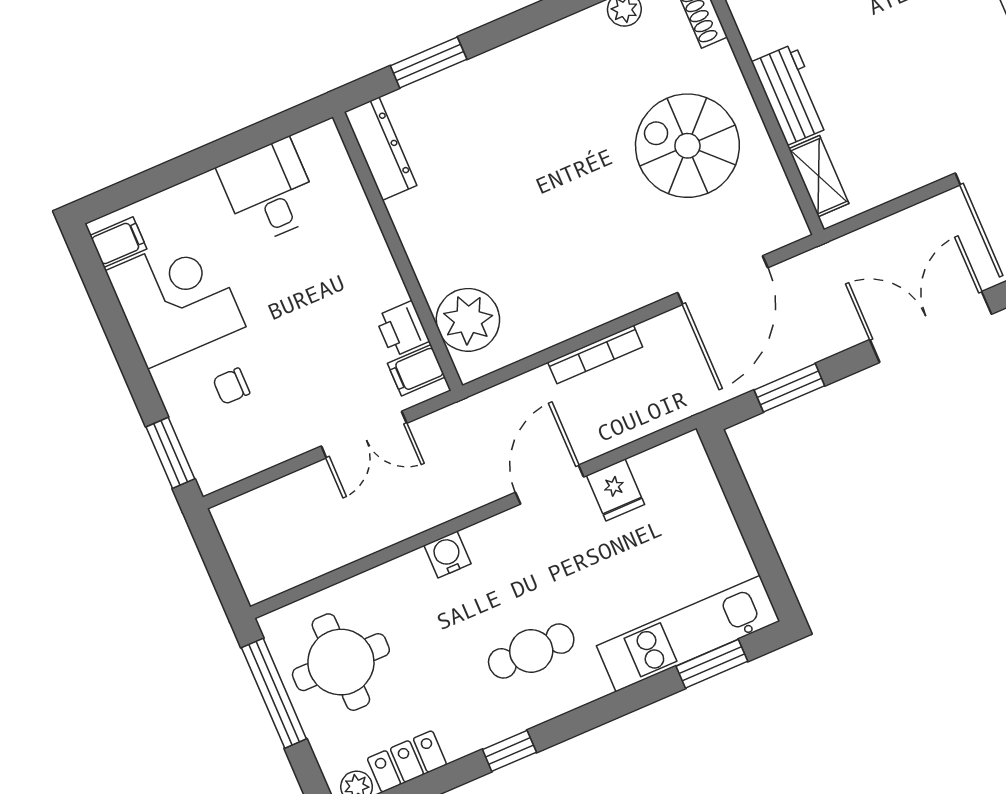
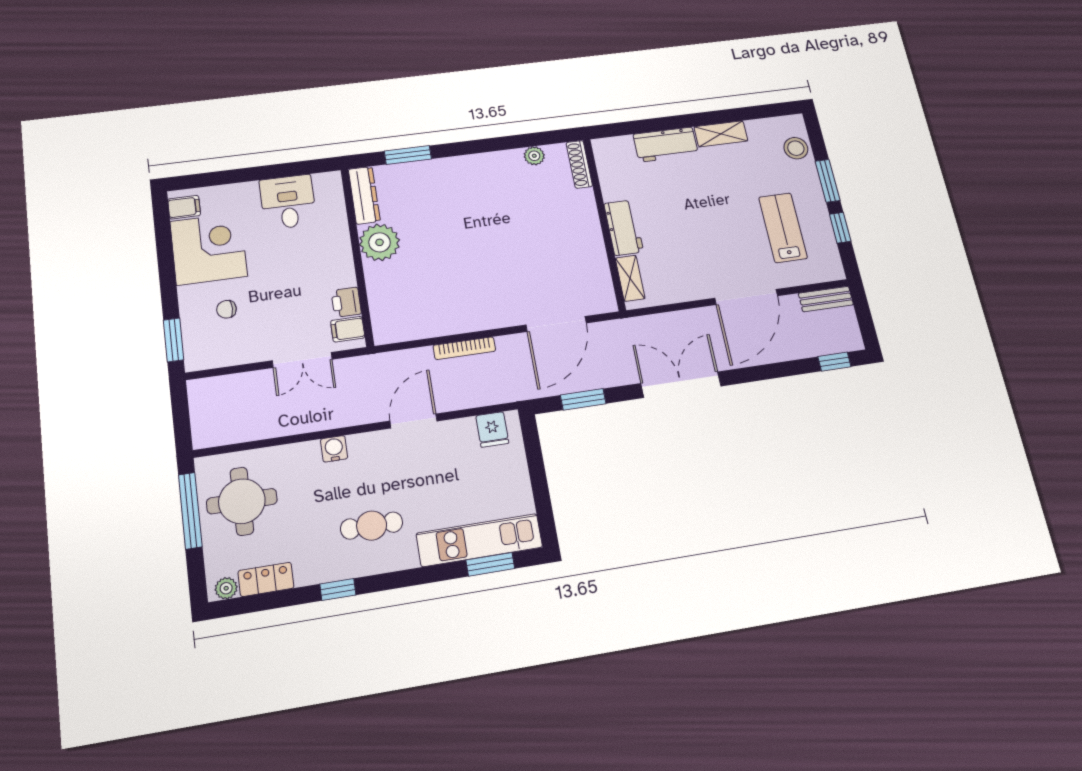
spiral stairs: (687, 146) -> (553, 241), removed
plant: (468, 320) -> (380, 242), moved
fridge: (615, 490) -> (492, 429), moved

